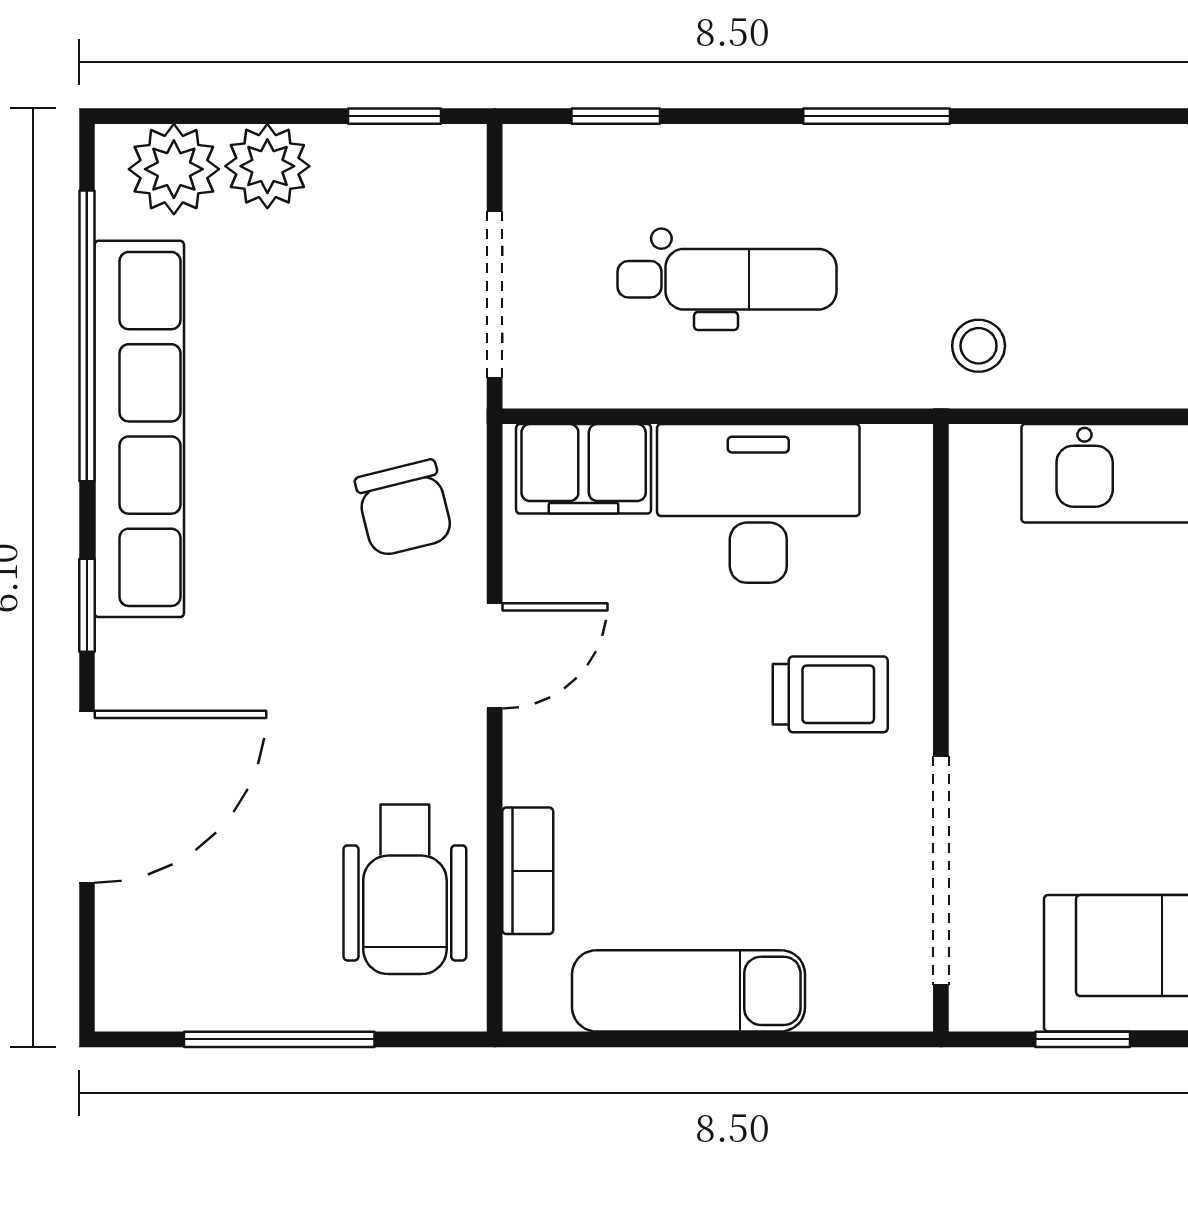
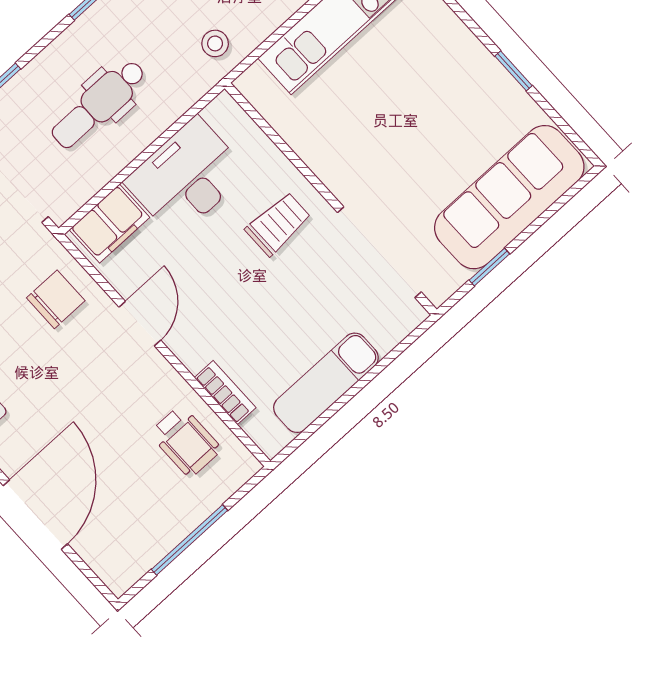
dental chair: (727, 279) -> (99, 104), turned 180
chair: (404, 508) -> (56, 299), turned -76
wheelchair: (405, 889) -> (186, 441), width x0.73, depth x0.73

